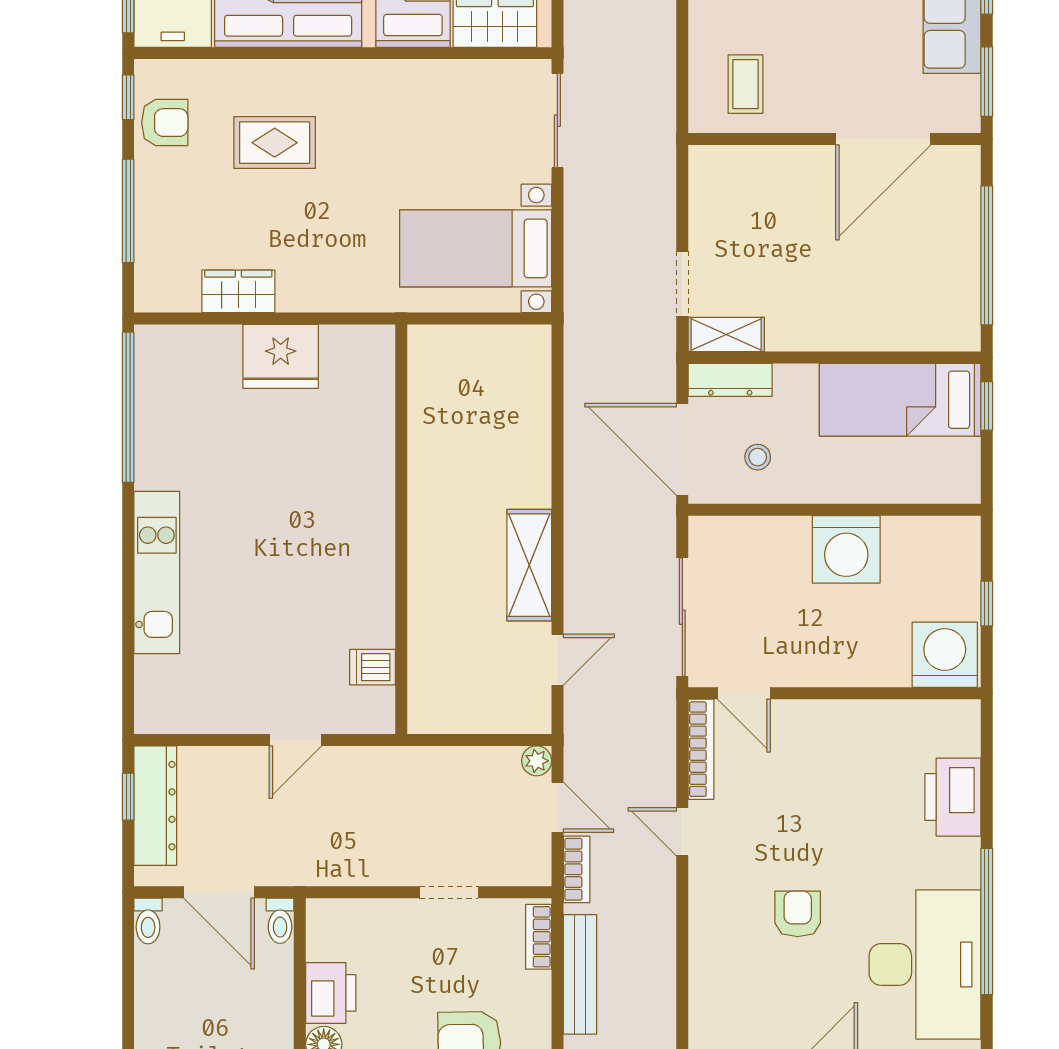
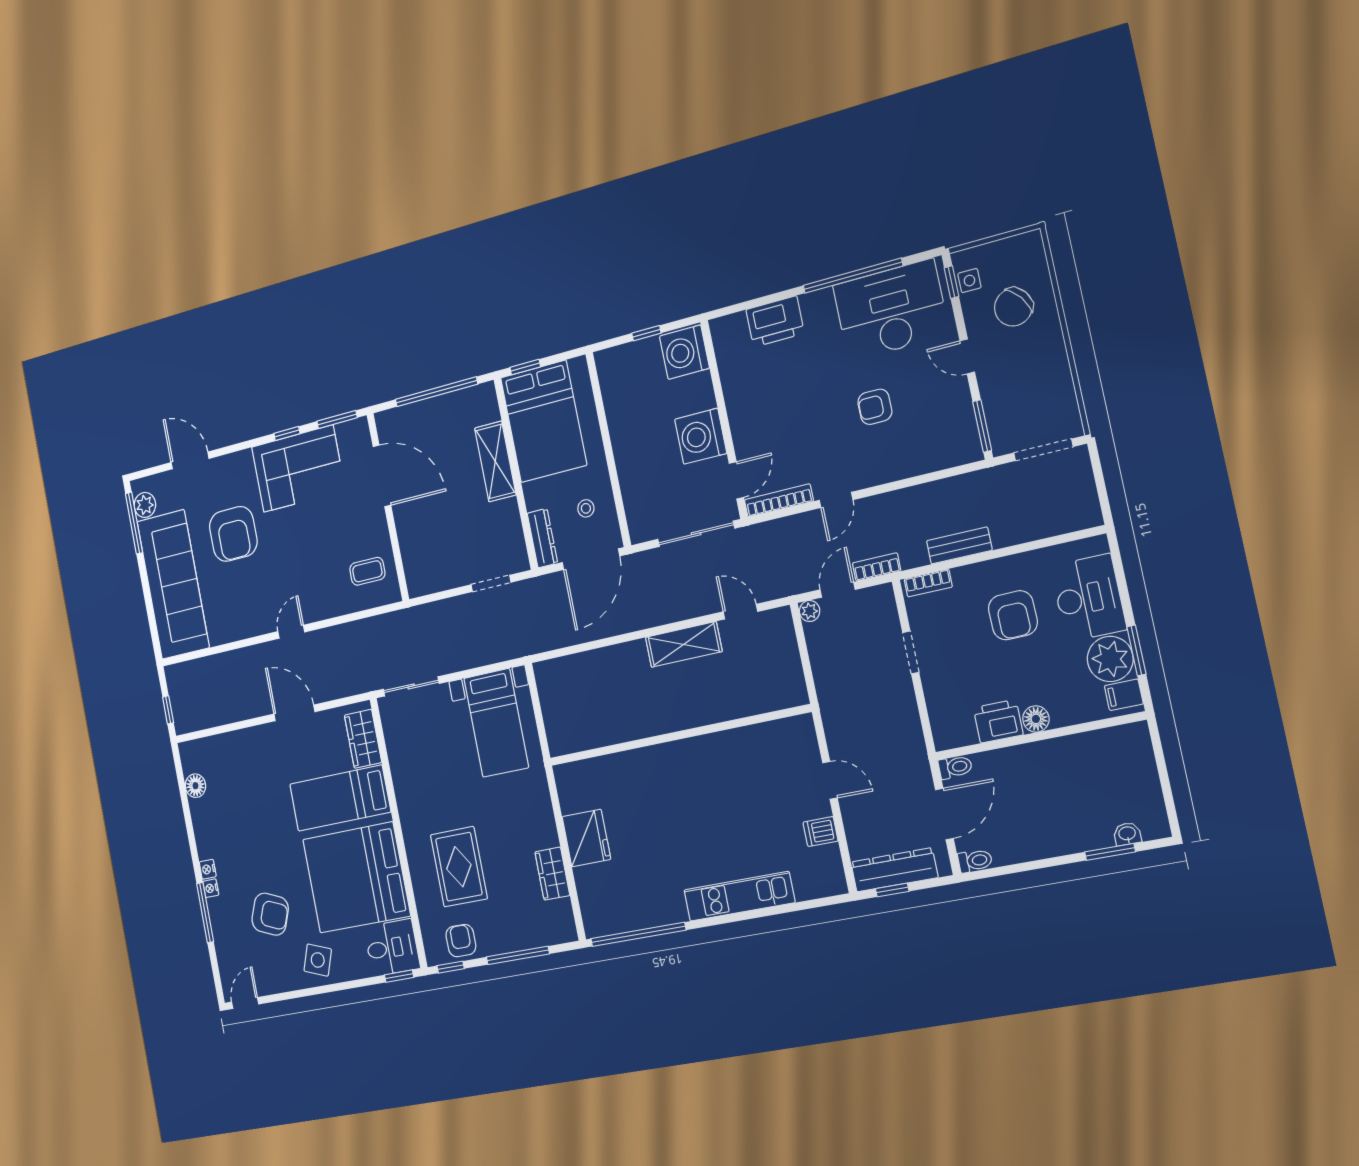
rug: (275, 143) -> (459, 867), width x1.36, depth x1.43
shelving: (726, 335) -> (495, 461), moved, width x1.50, depth x1.33
bed: (900, 400) -> (544, 421), width x1.50
washing machine: (846, 549) -> (701, 436), moved, turned 180
dishwasher: (373, 667) -> (820, 832), moved, turned 90
bench: (580, 974) -> (959, 545), width x0.73

